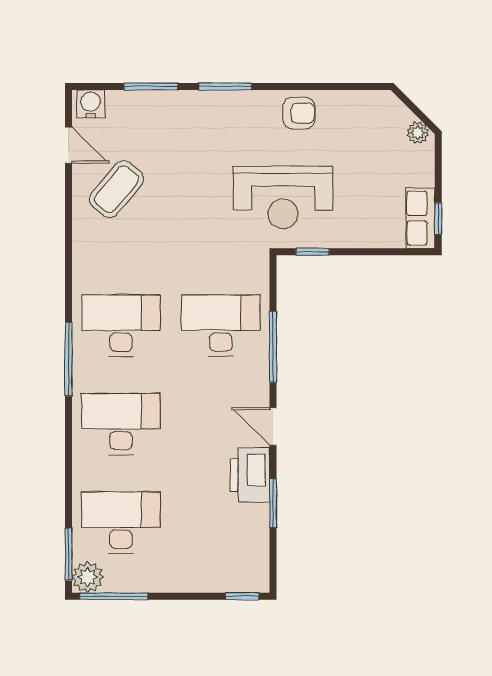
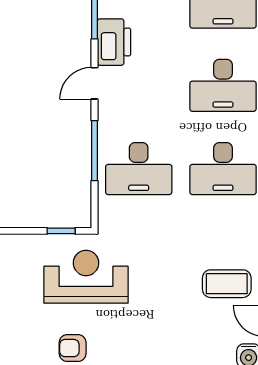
coffee table: (116, 189) -> (227, 284), turned 50
door: (273, 426) -> (94, 83), swing flipped

